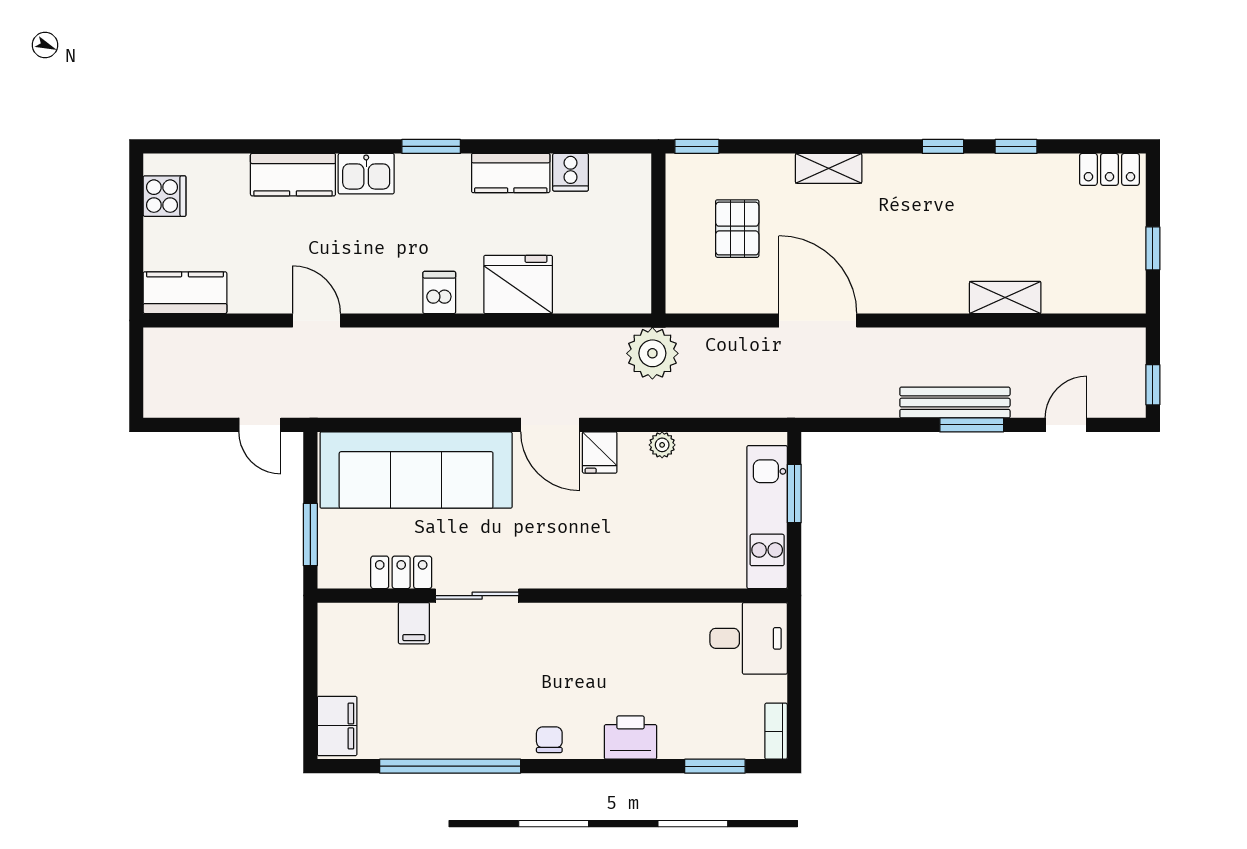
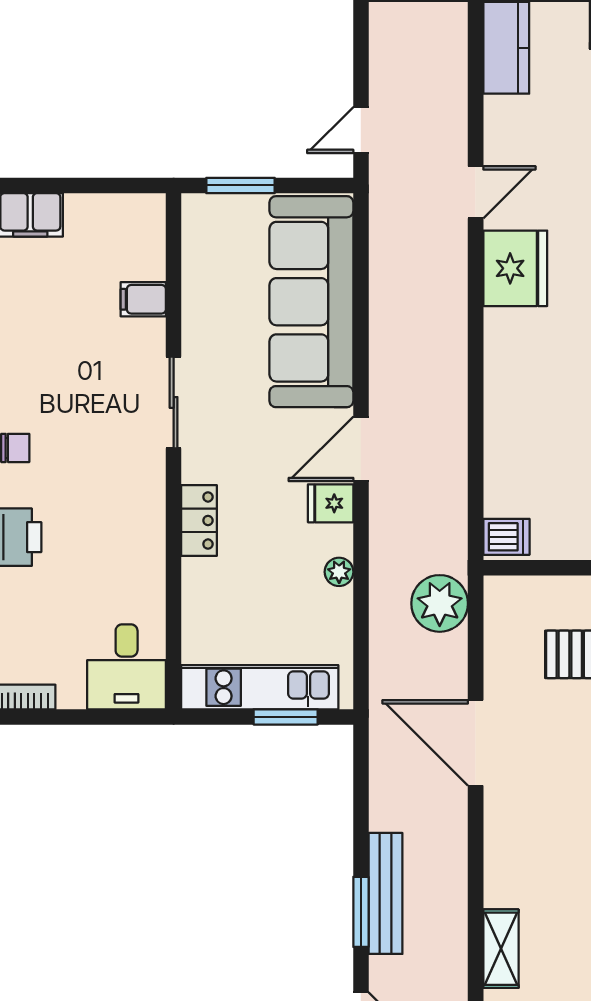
fridge: (518, 284) -> (515, 268), moved
dishwasher: (439, 292) -> (506, 537), moved
door: (818, 321) -> (476, 743), swing flipped
plant: (652, 353) -> (440, 603), moved
locker: (401, 572) -> (199, 520), moved
sliding door: (477, 596) -> (174, 403), moved

